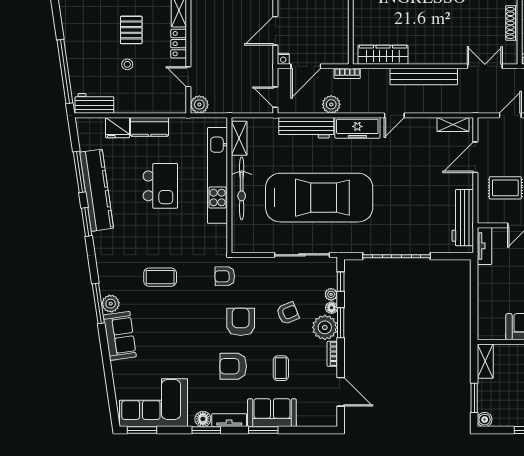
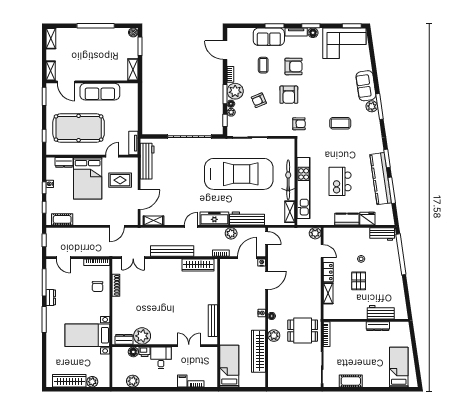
car: (319, 198) -> (239, 174), turned 180

